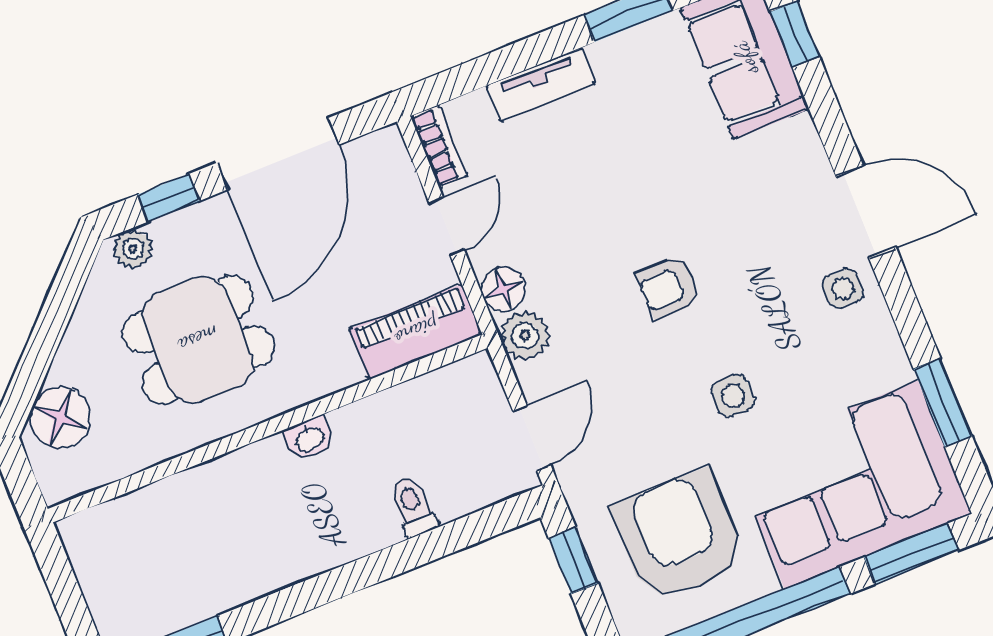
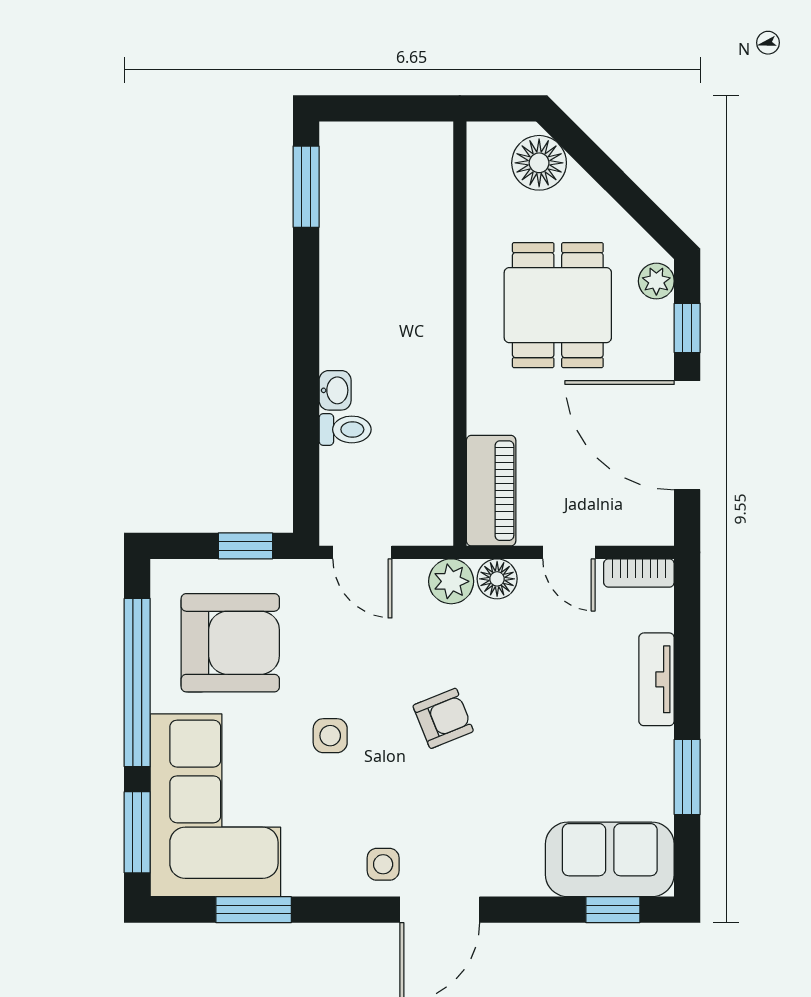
armchair: (669, 287) -> (443, 718), turned 70
washbasin: (309, 438) -> (335, 390), moved, turned 180

